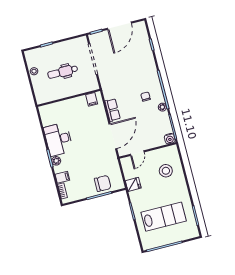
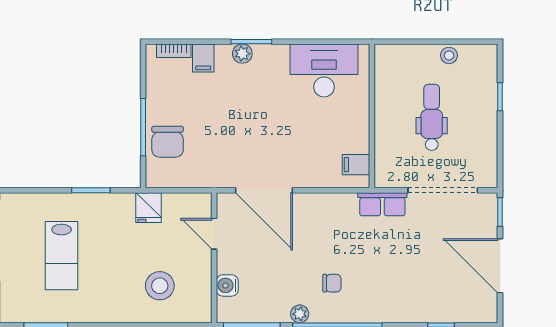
row of seats: (113, 110) -> (382, 204), moved
desk: (58, 139) -> (324, 70), moved
water cooler: (170, 139) -> (227, 285), moved
lab bench: (164, 217) -> (62, 256), width x0.73, depth x0.72

